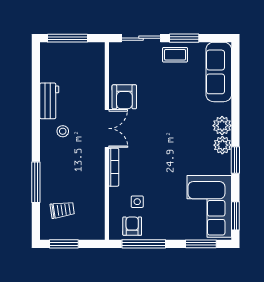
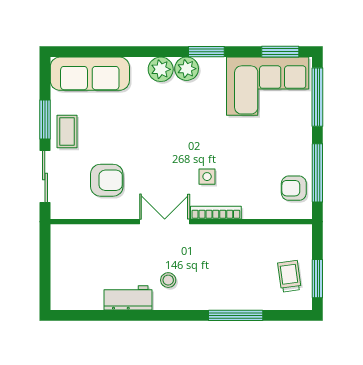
window: (67, 38) -> (45, 274), removed
armchair: (124, 97) -> (107, 180), moved
side table: (137, 202) -> (207, 177), moved
trolley: (62, 210) -> (289, 276), moved
window: (201, 244) -> (317, 97), width x1.44

